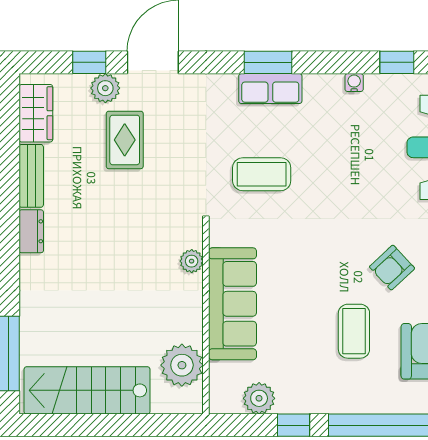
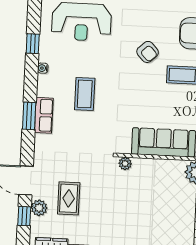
rug: (125, 140) -> (69, 198), turned 90
coffee table: (262, 174) -> (85, 94), moved
plant: (192, 261) -> (125, 164), moved

